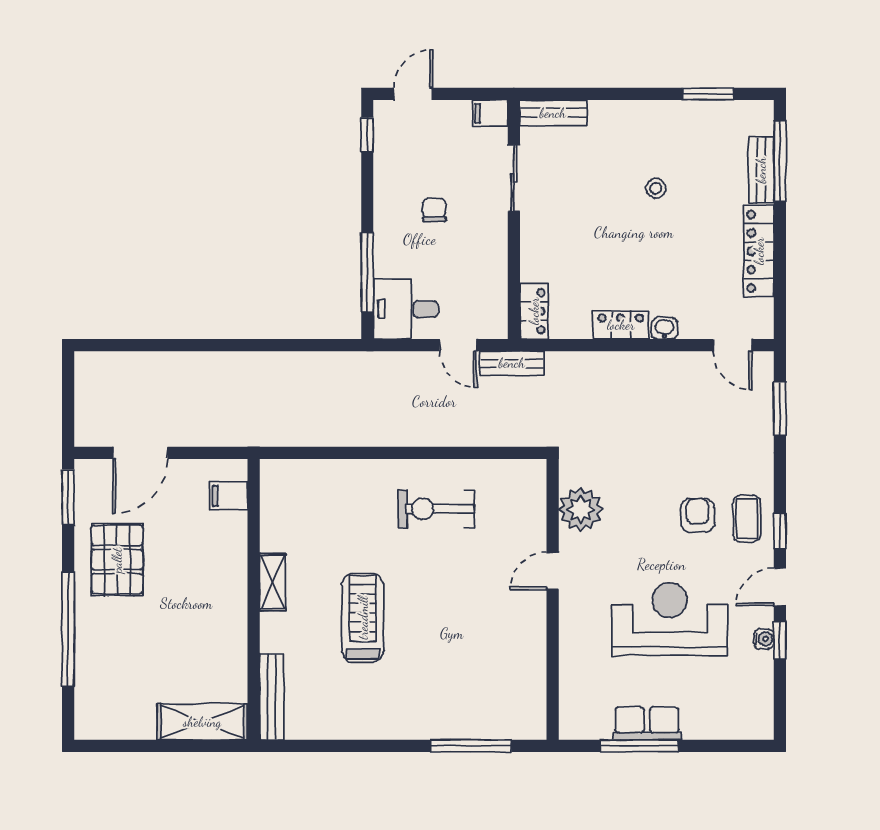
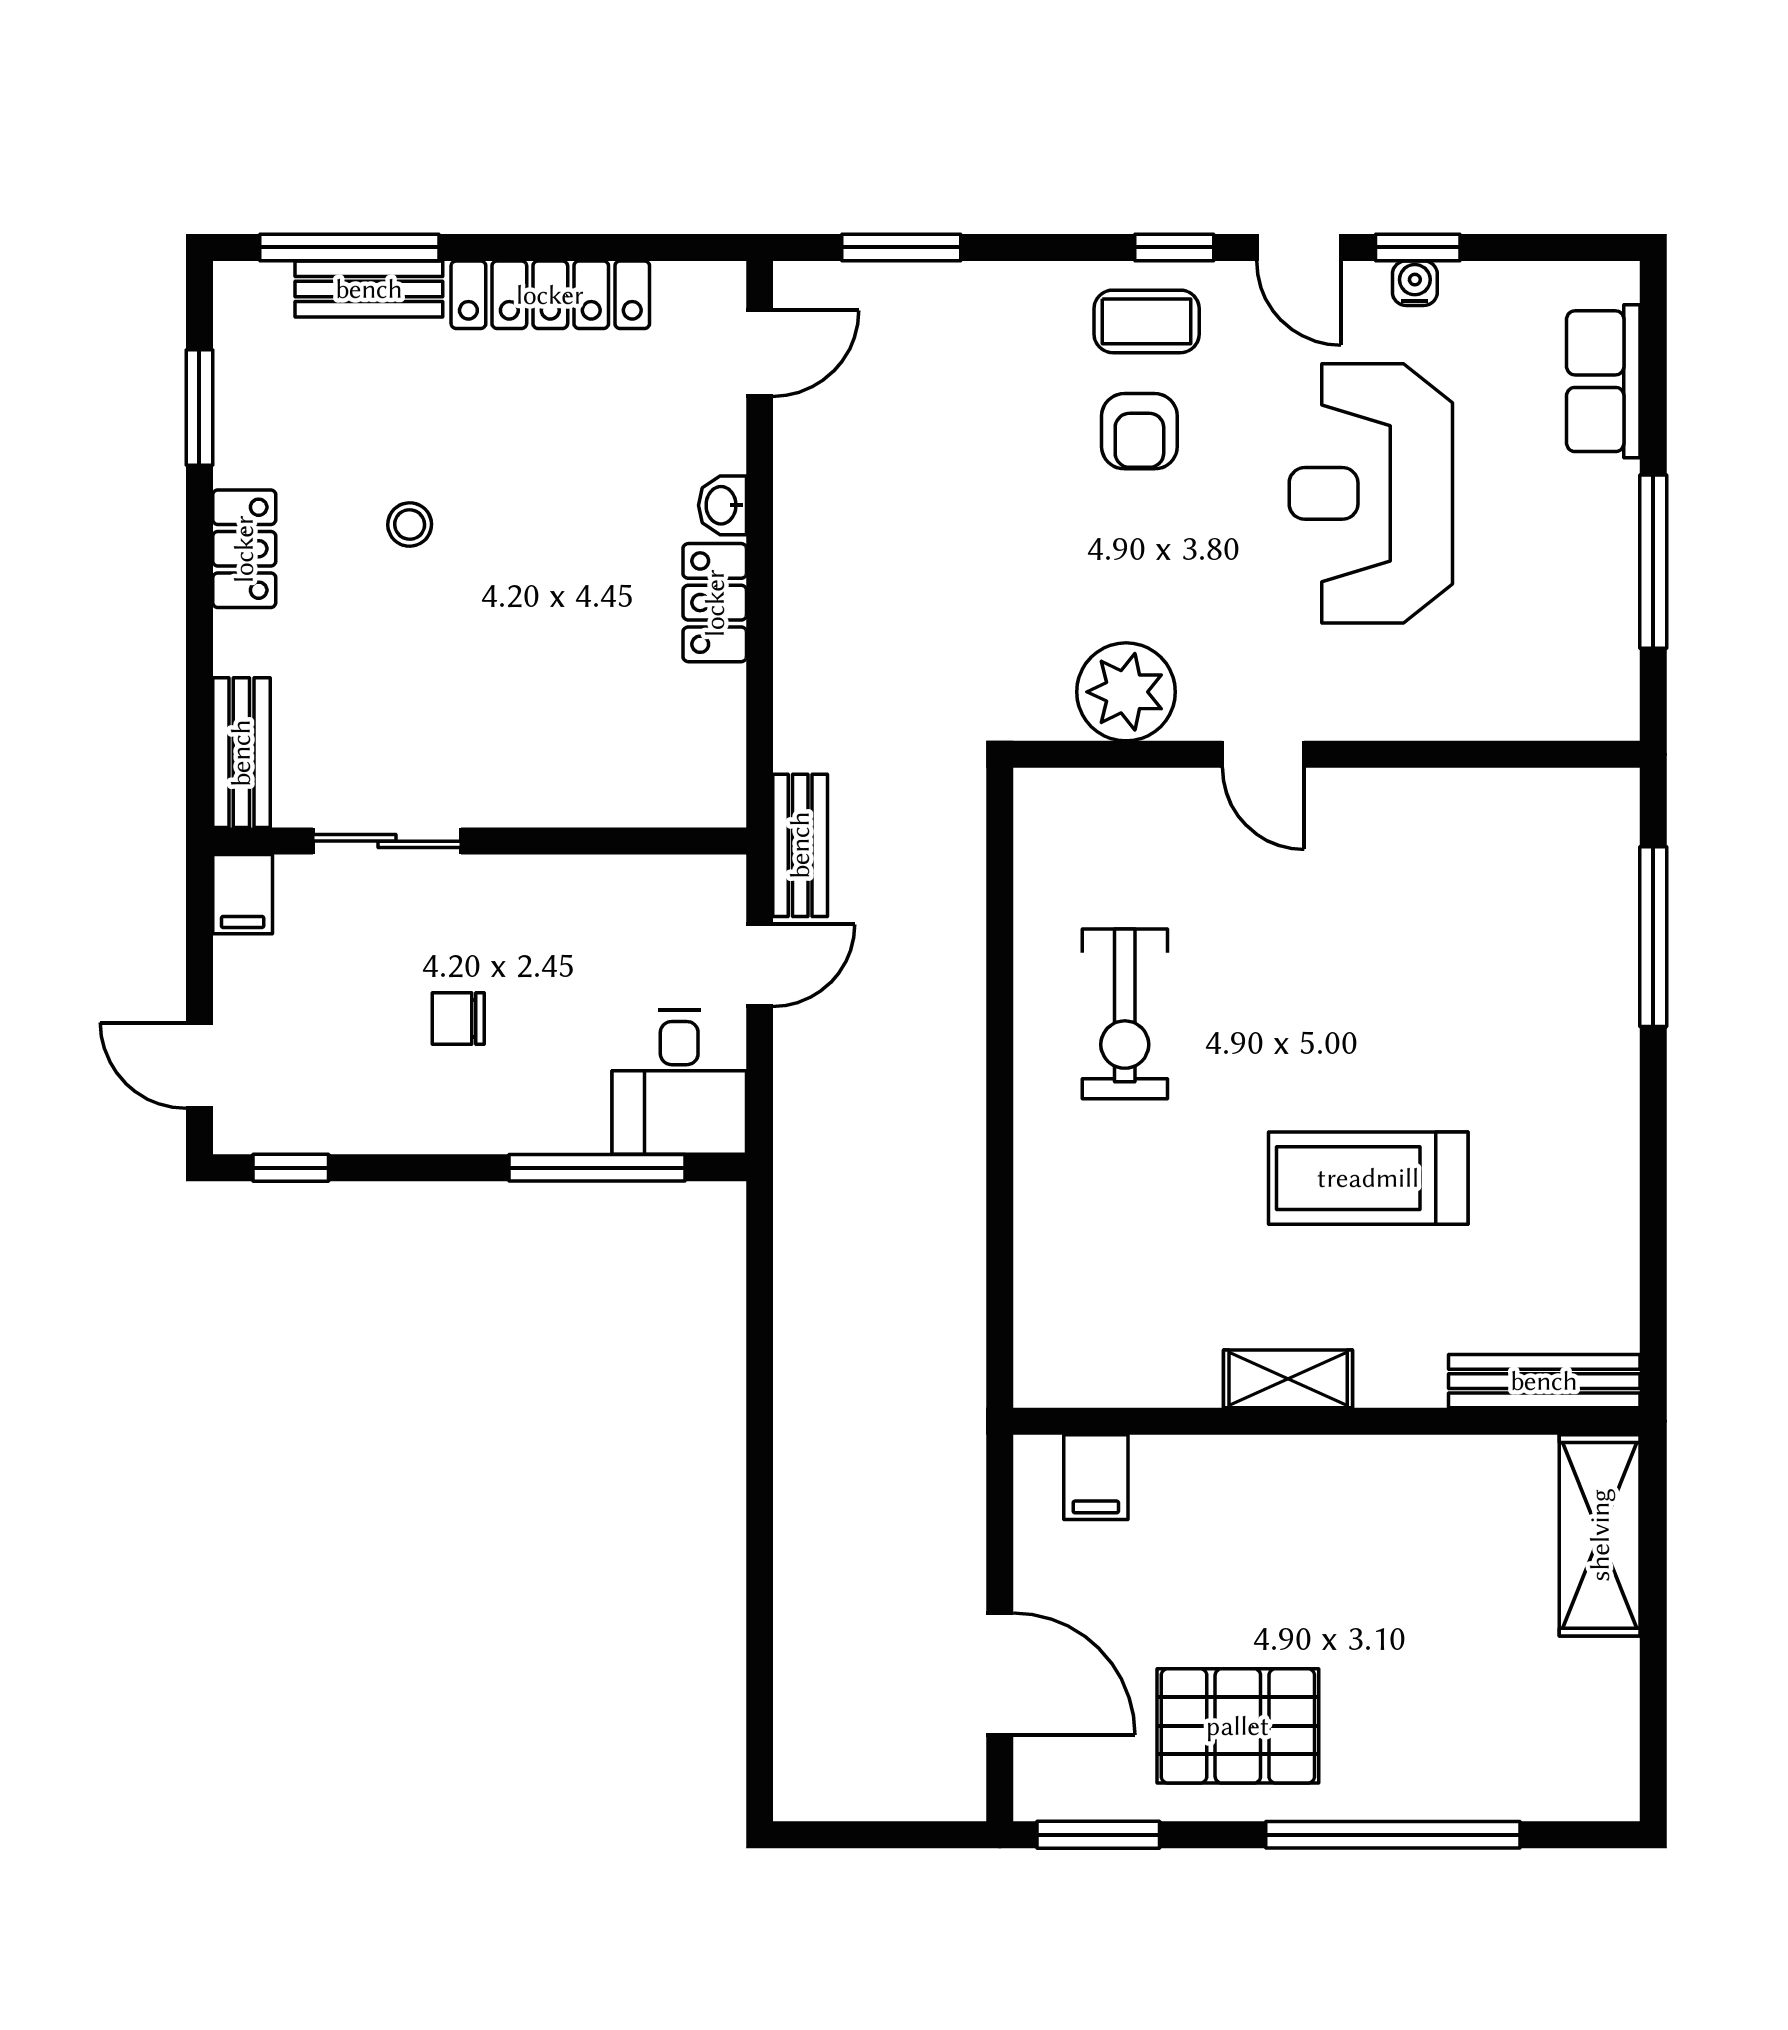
locker: (534, 311) -> (244, 549), moved, turned 90
armchair: (698, 515) -> (1139, 431), turned -89
row of seats: (647, 723) -> (1603, 381), moved

